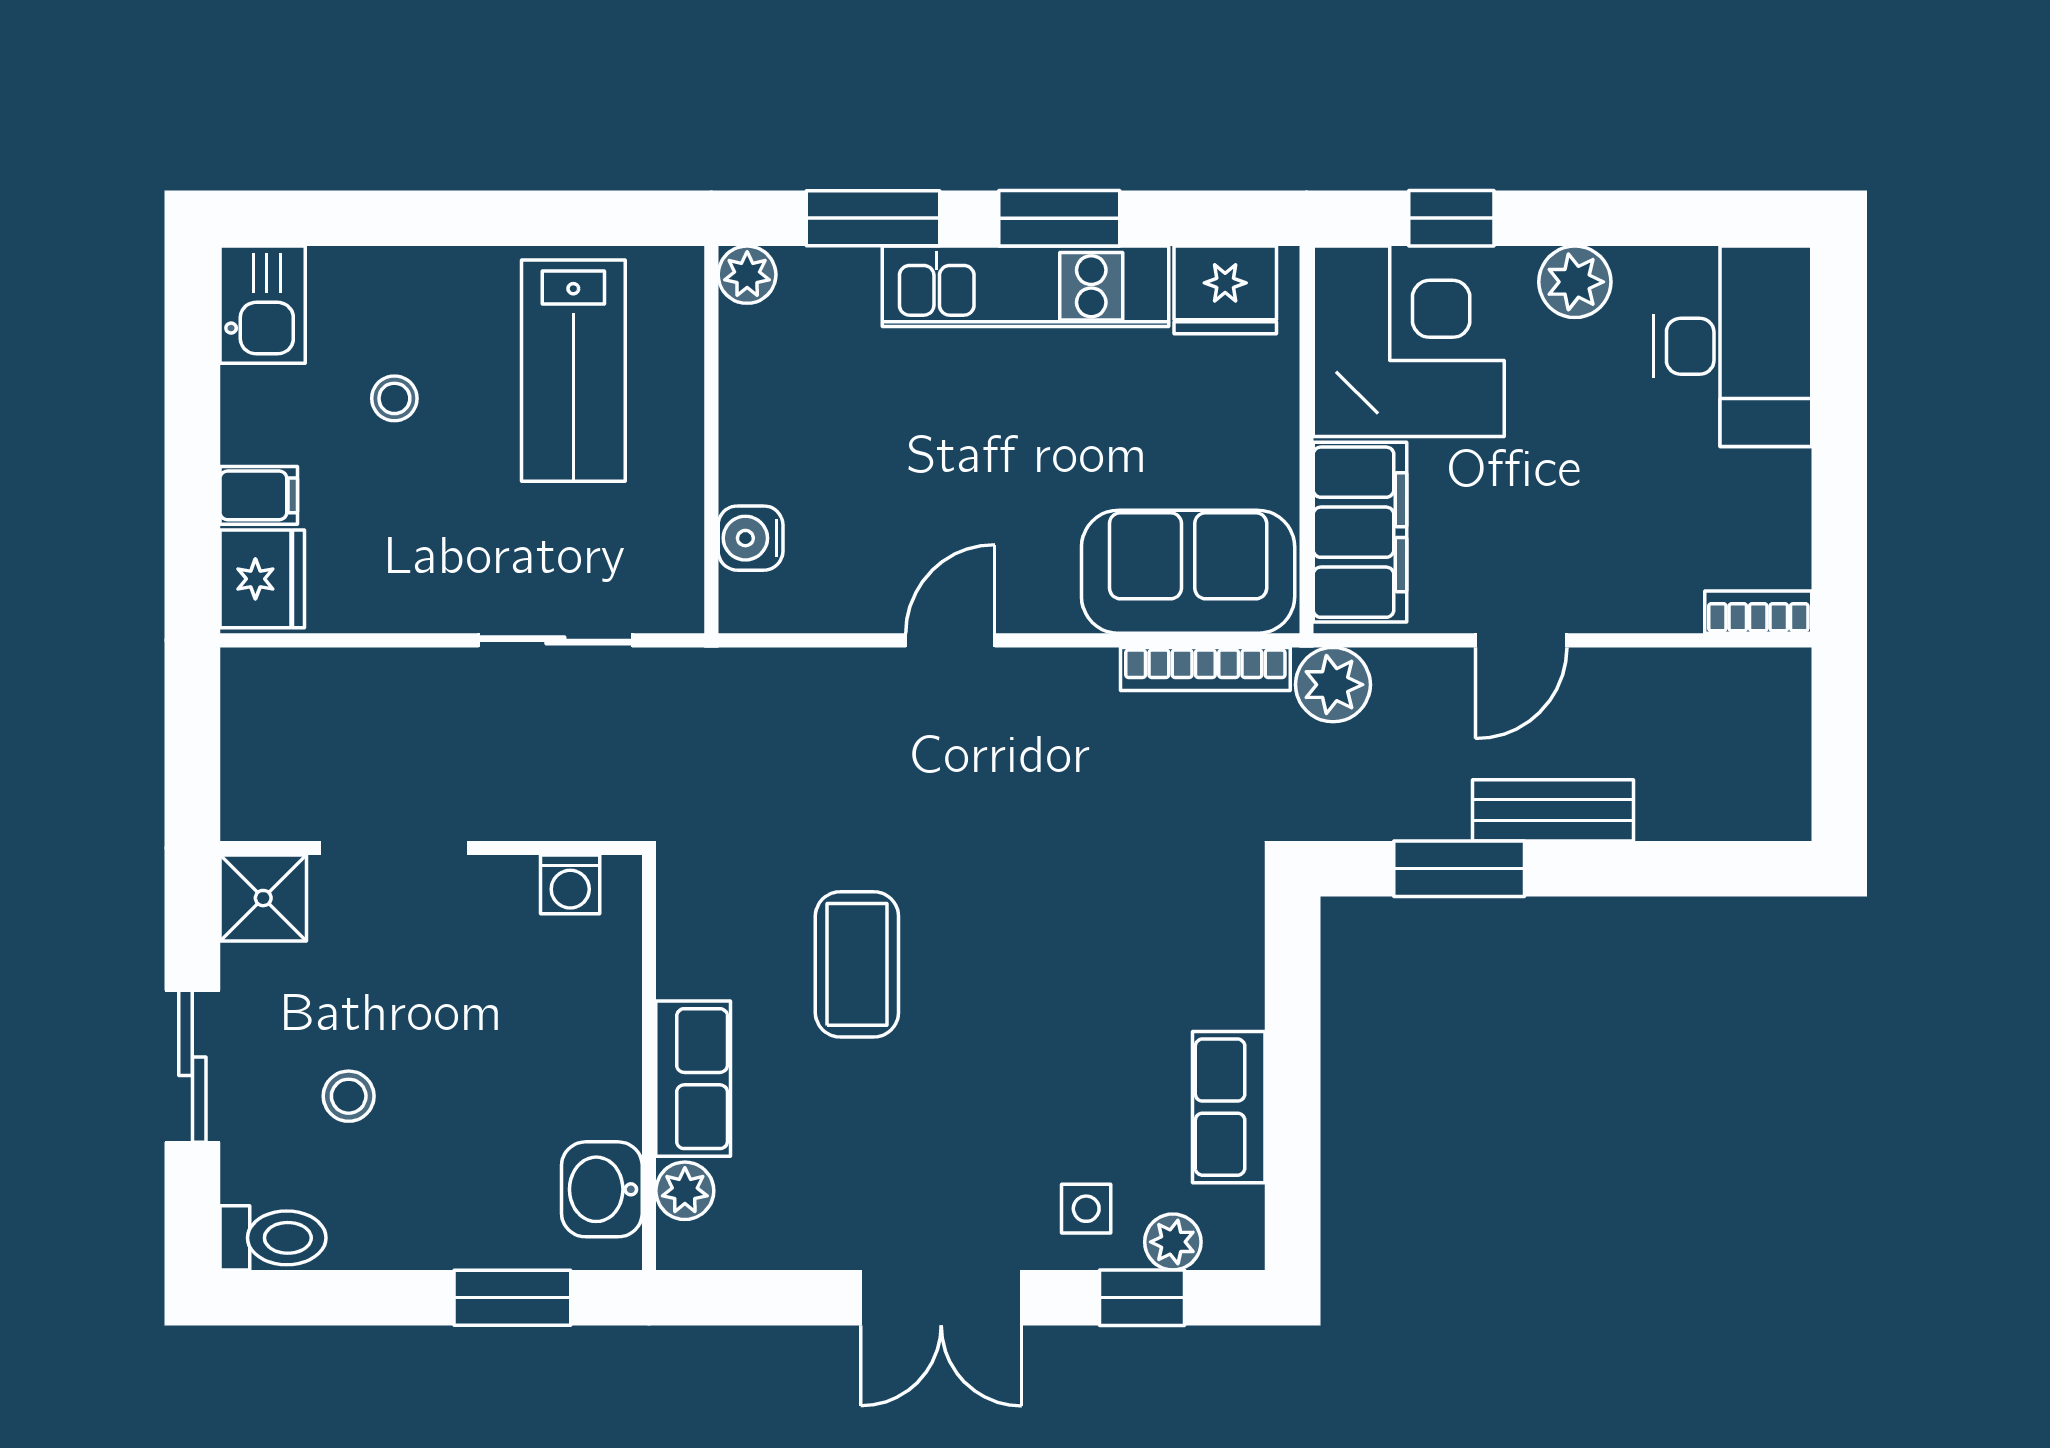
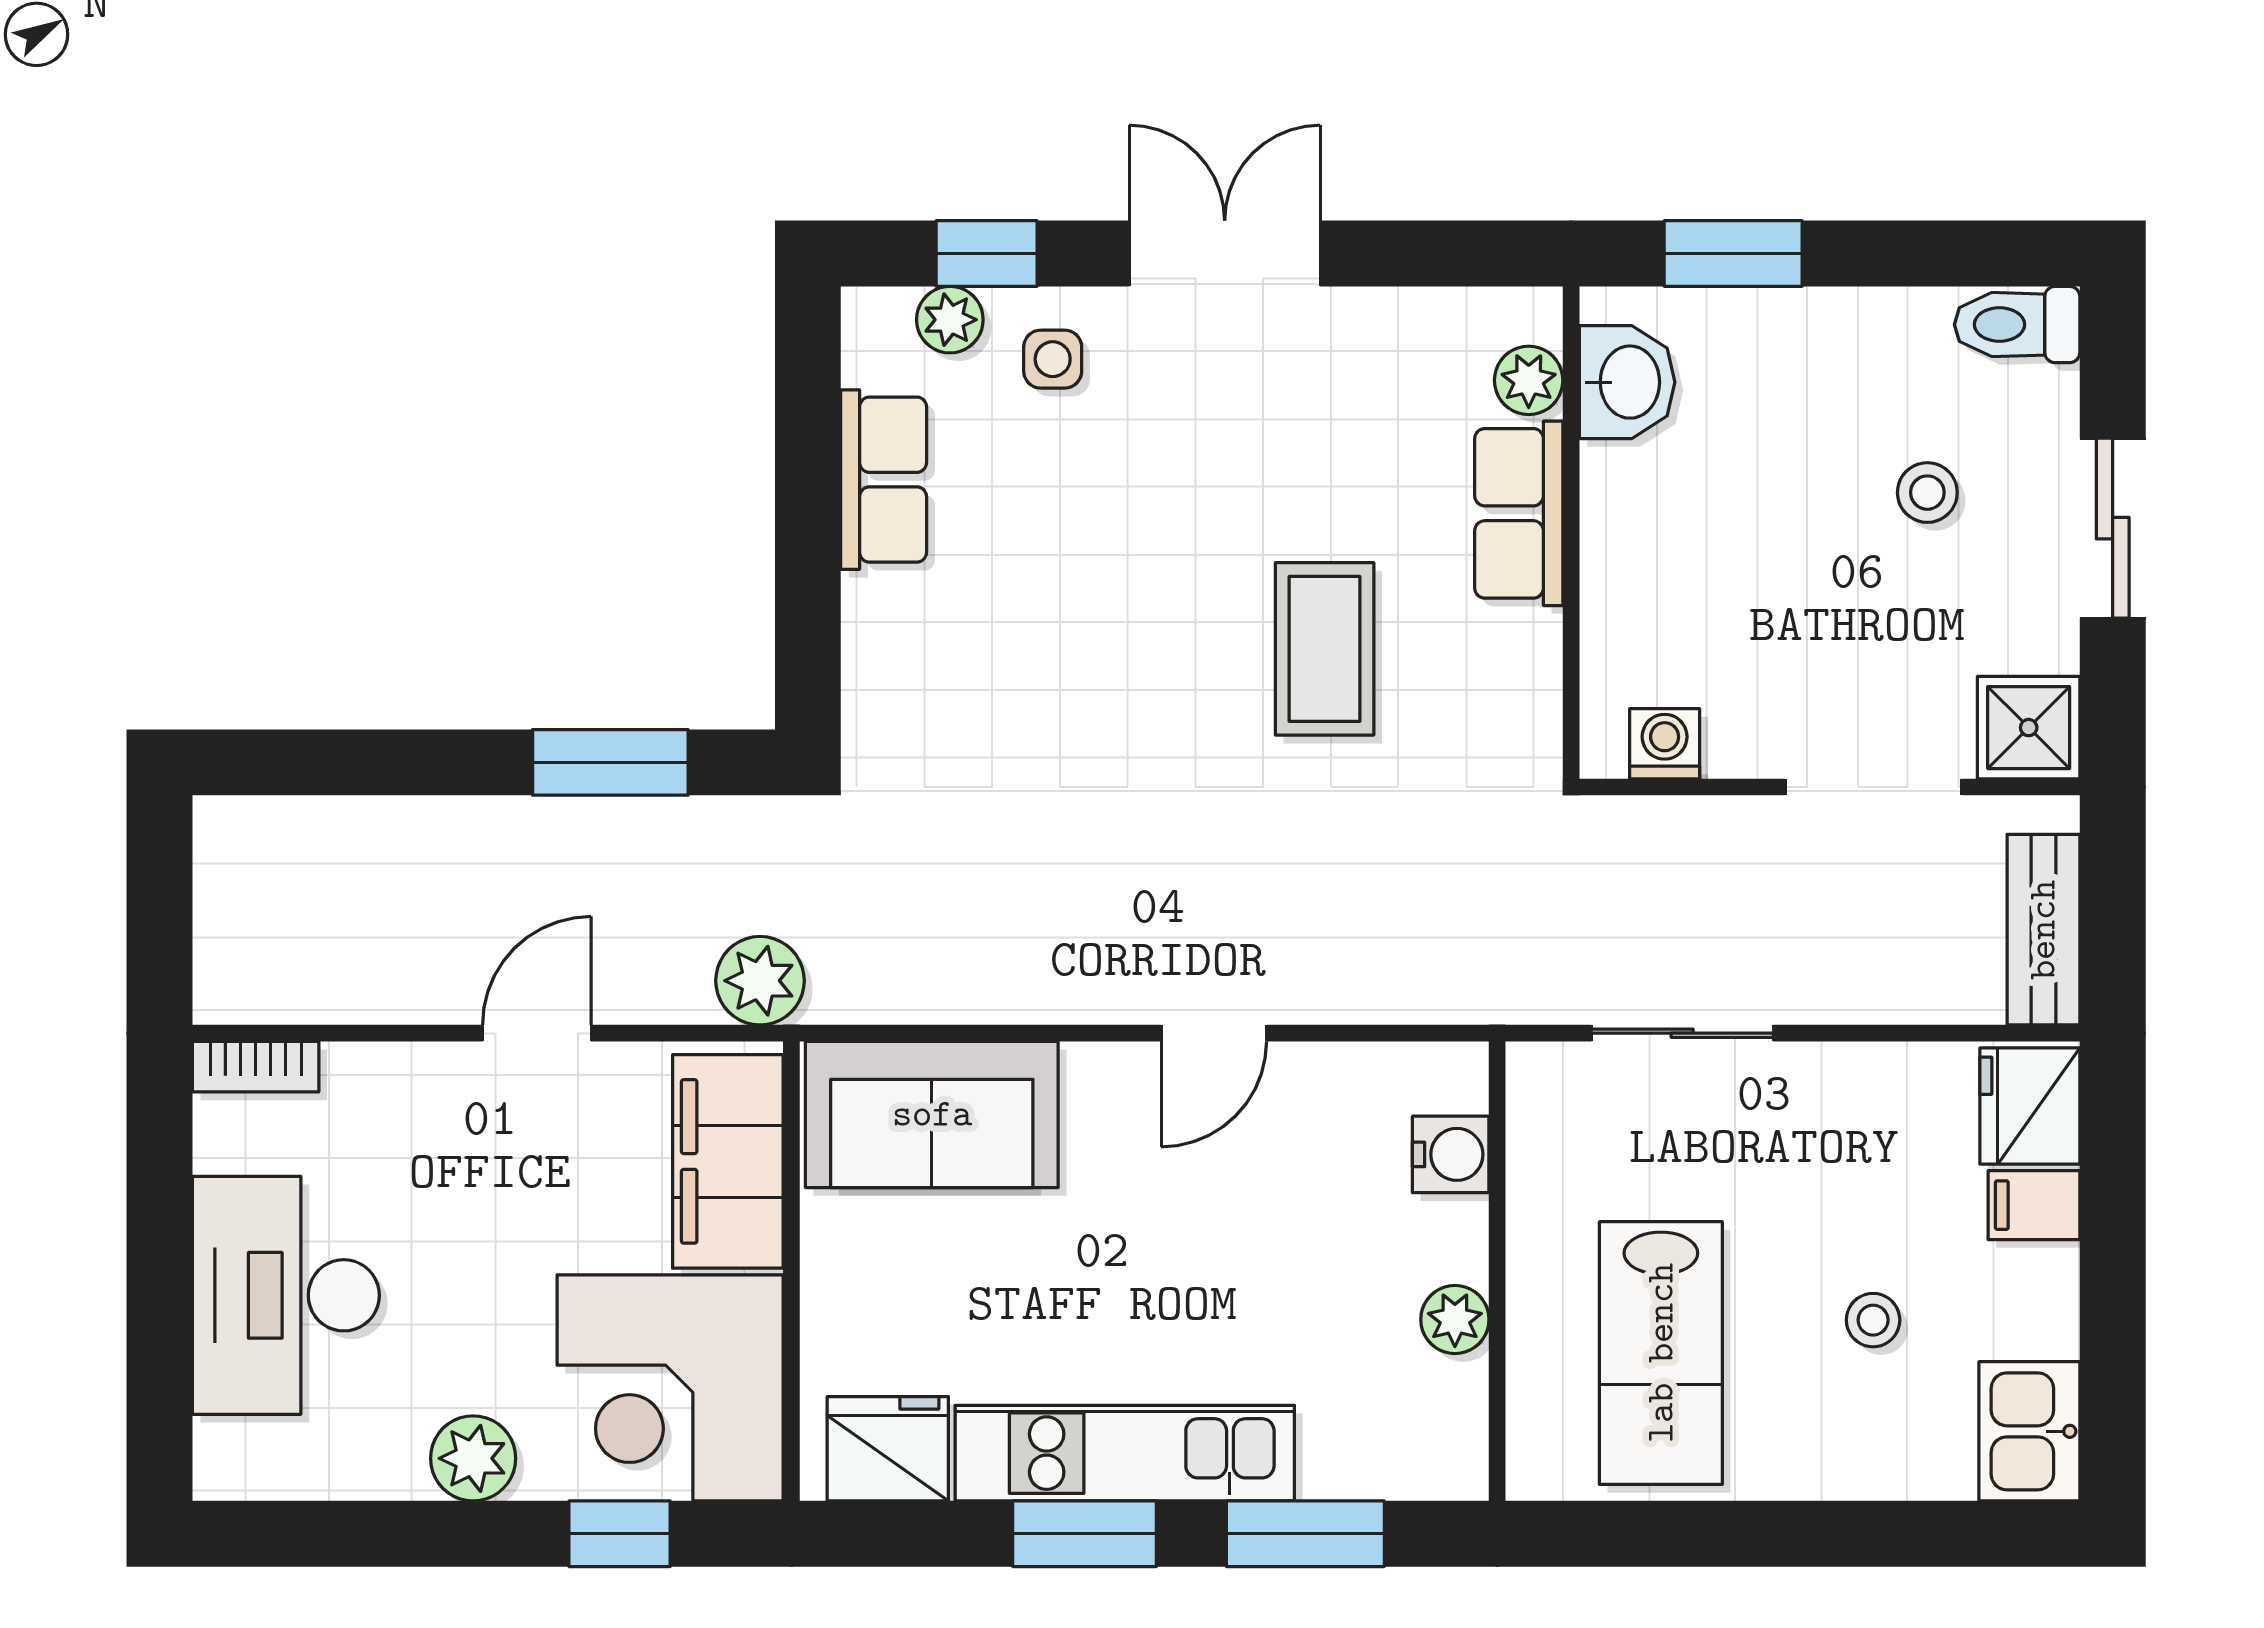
plant: (747, 275) -> (1455, 1319), moved
desk: (1733, 346) -> (286, 1295), moved
lab bench: (573, 371) -> (1661, 1353), turned 180
bookcase: (1205, 669) -> (911, 999), removed
bench: (1553, 810) -> (2043, 930), moved, turned 90

